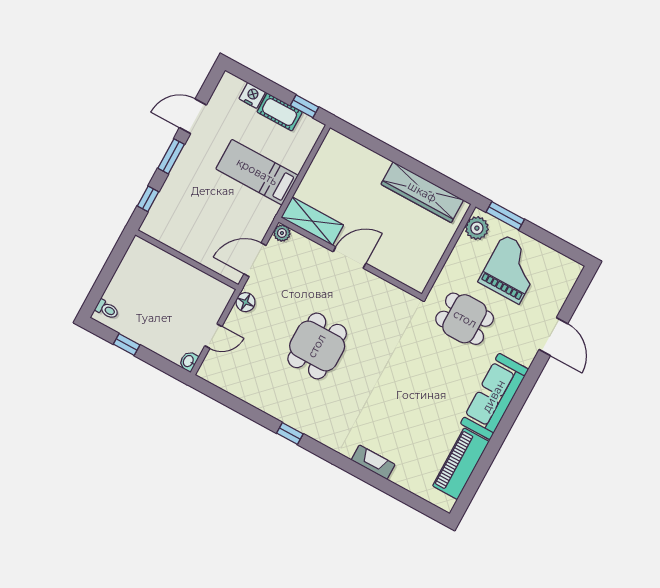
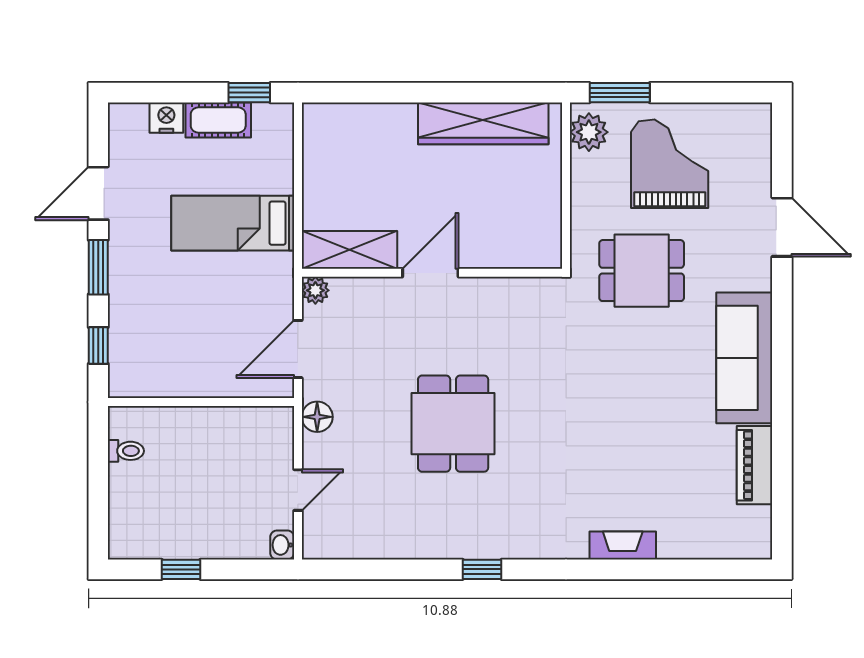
toilet: (107, 309) -> (126, 451), moved
piano: (461, 464) -> (755, 465), width x0.73, depth x0.75

